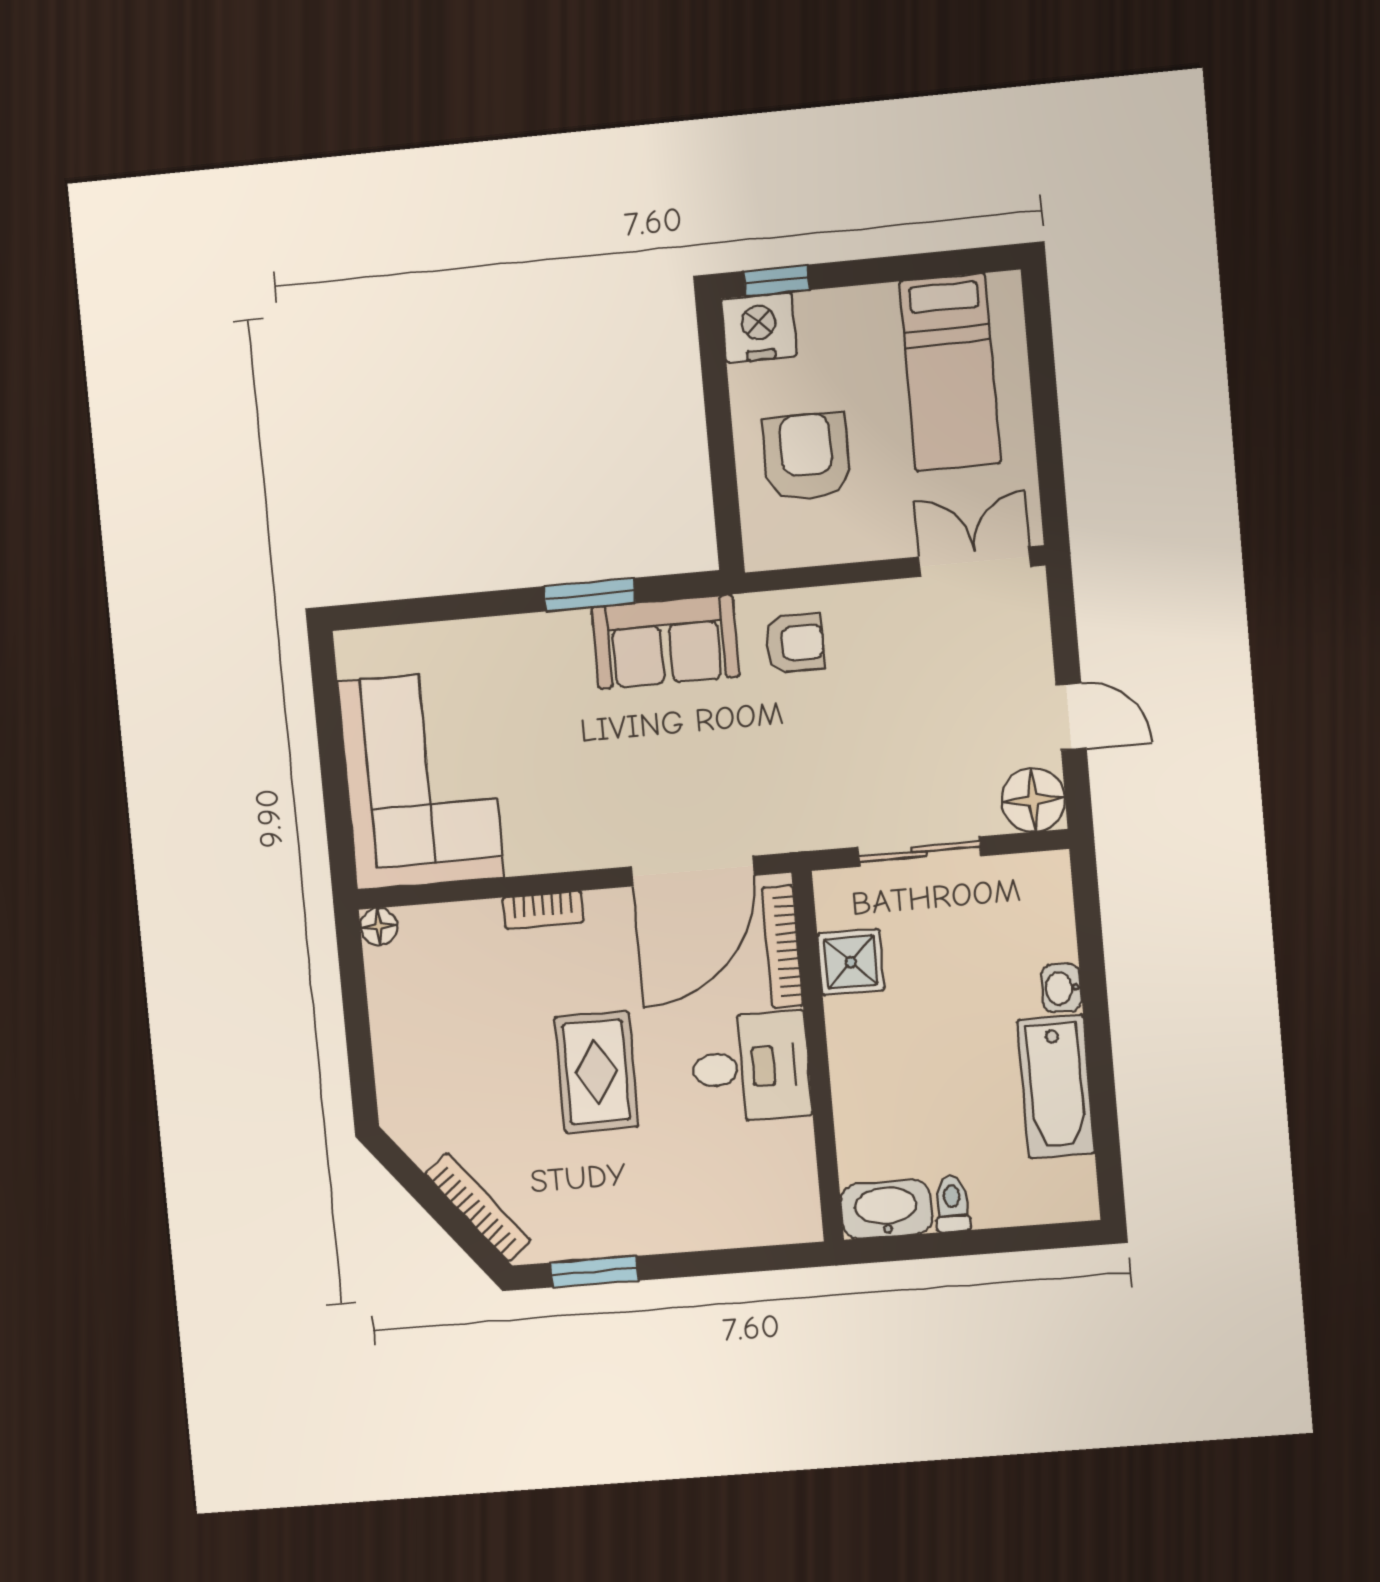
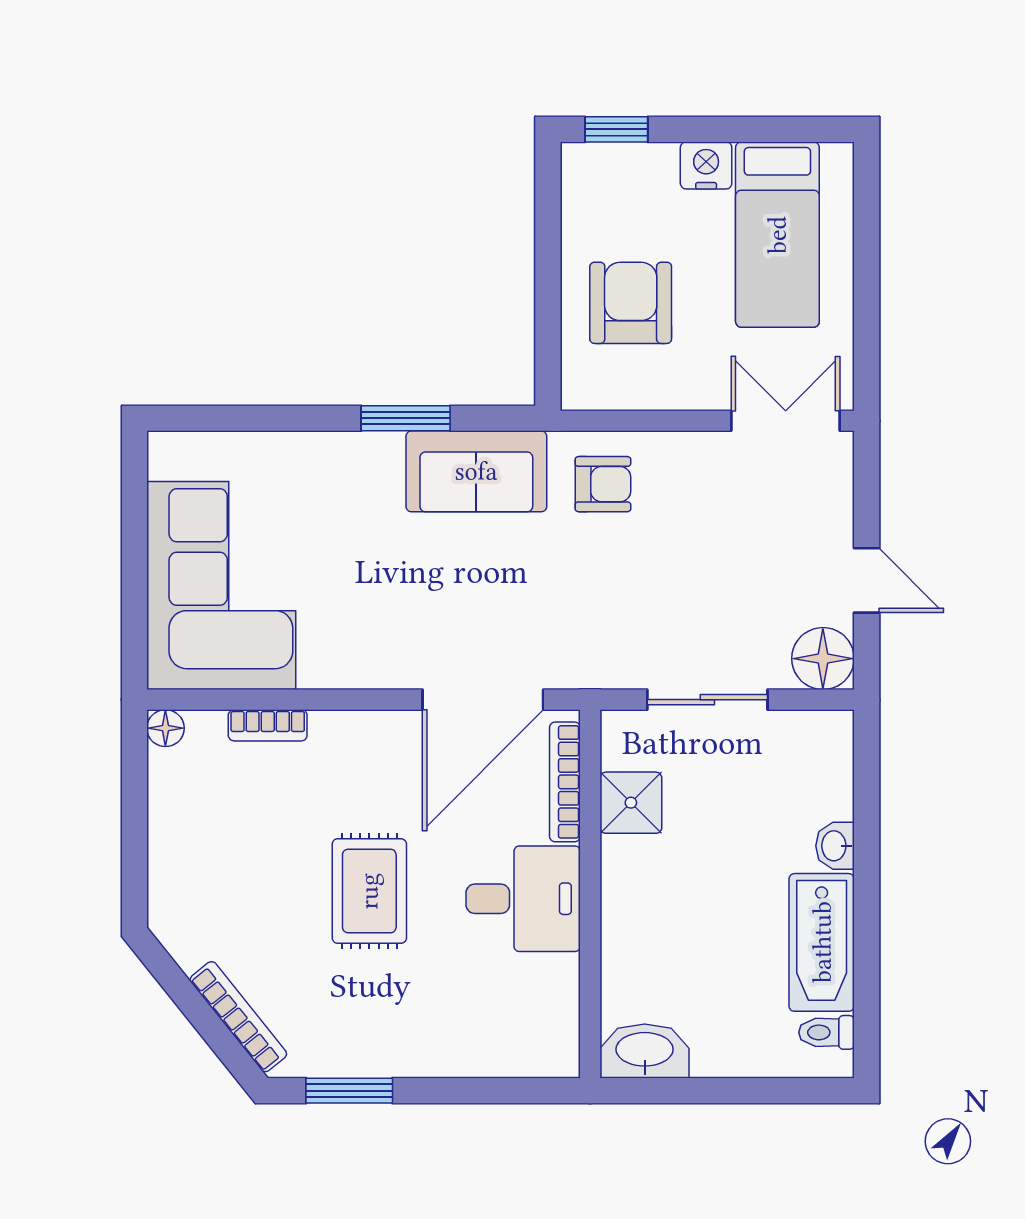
nightstand: (759, 327) -> (706, 165), moved, width x0.74, depth x0.75
bookcase: (543, 910) -> (268, 725), moved
toilet: (952, 1204) -> (827, 1032), moved, turned -90

